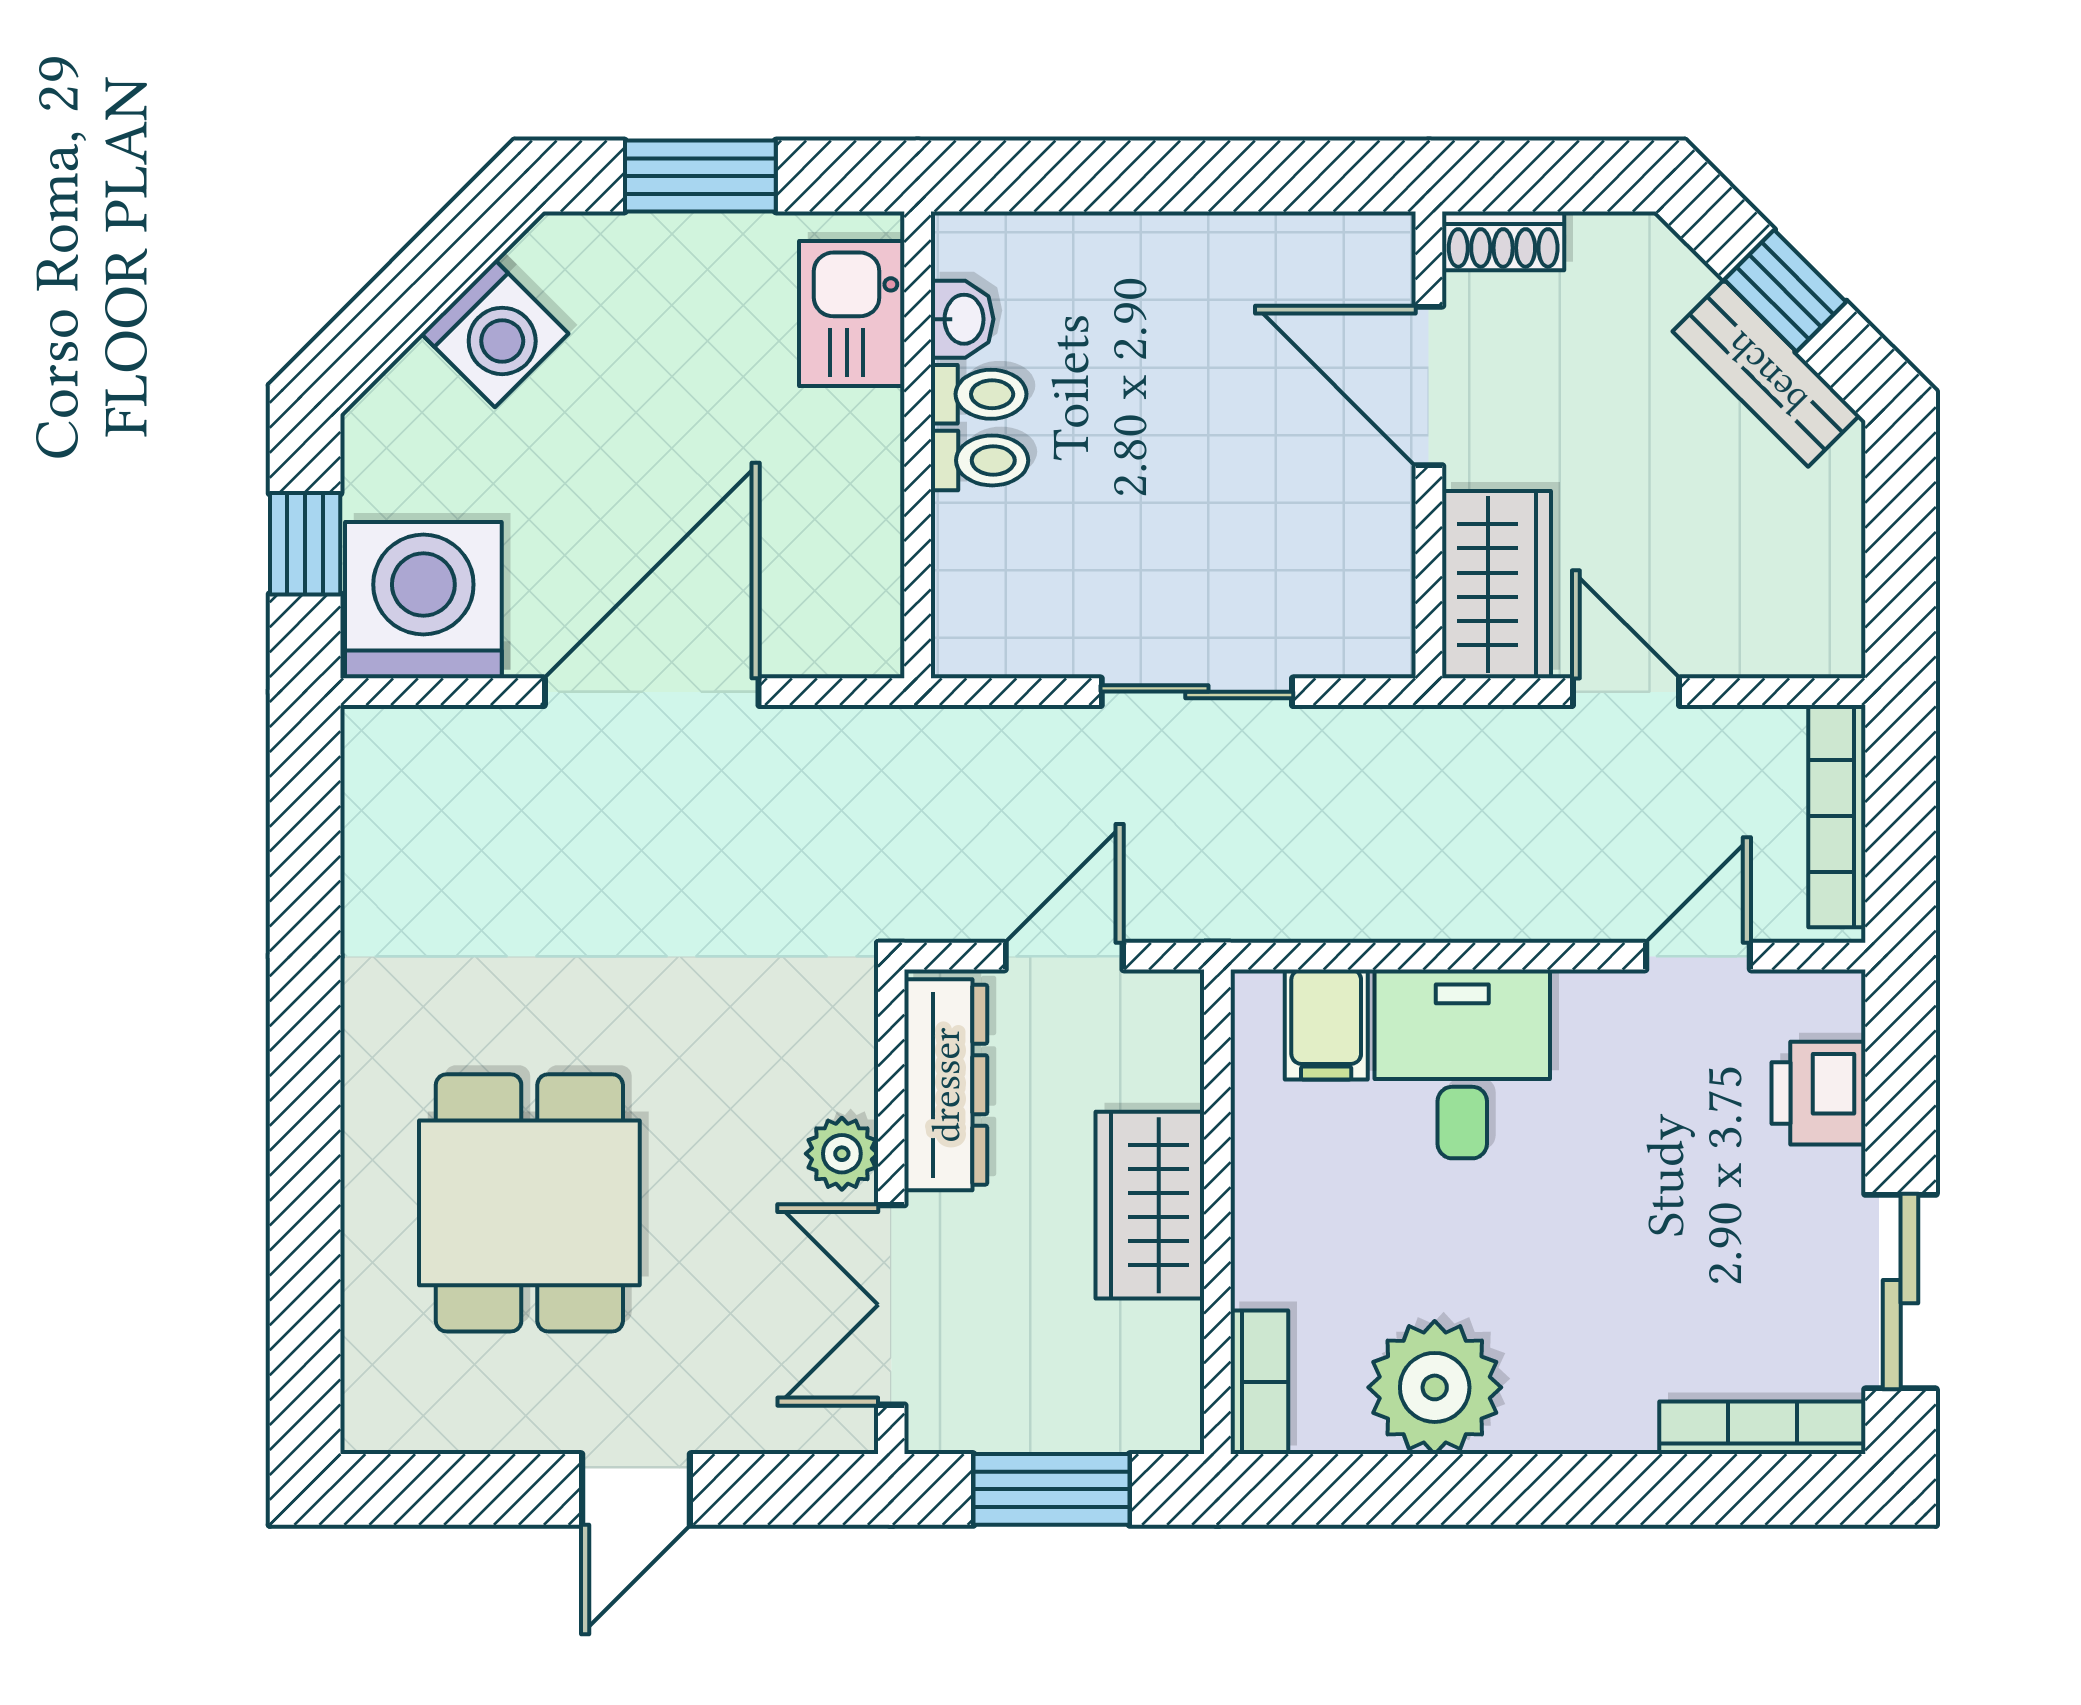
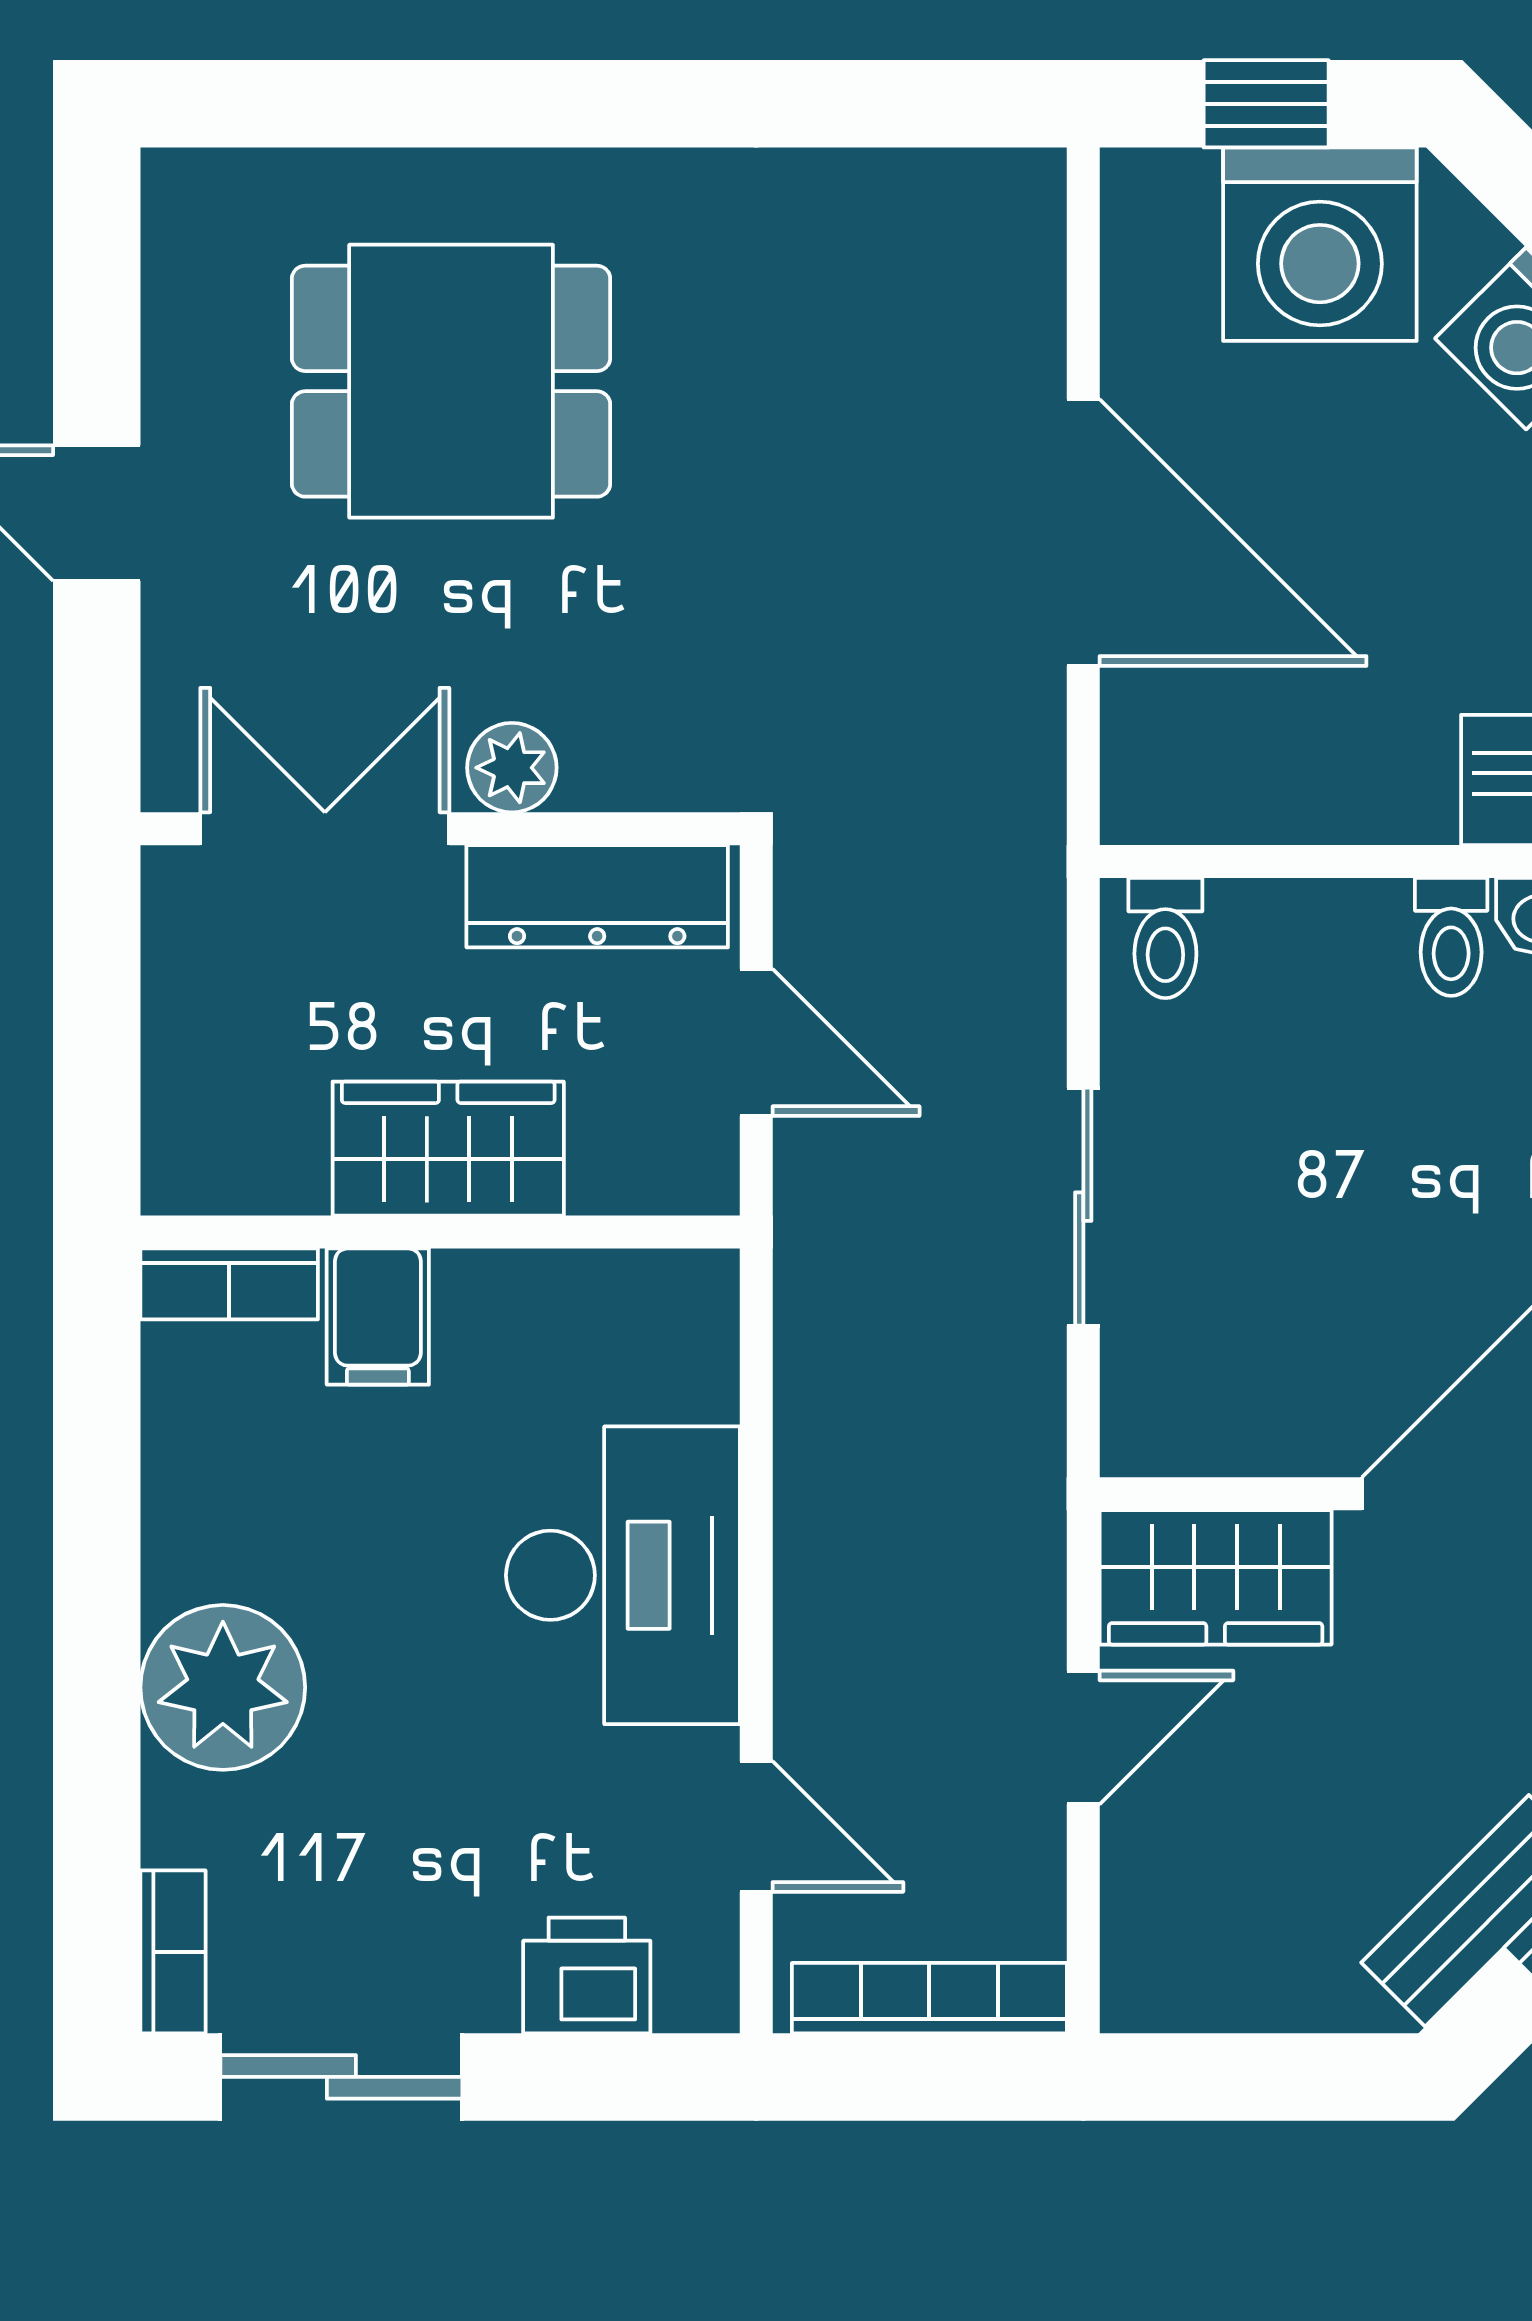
toilet: (980, 460) -> (1165, 938), moved
washing machine: (423, 600) -> (1320, 244), moved, turned 90
filing cabinet: (1326, 1024) -> (378, 1317), moved, turned -90
desk: (1462, 1064) -> (623, 1575), width x1.37
plant: (1435, 1387) -> (223, 1687), moved
bookcase: (1762, 1428) -> (173, 1952), width x0.64
window: (1052, 1489) -> (97, 1027), removed

